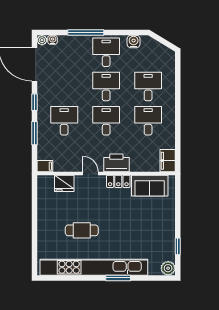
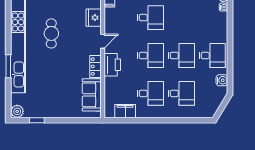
window: (86, 33) -> (230, 37), removed
filing cabinet: (168, 161) -> (125, 111), moved

